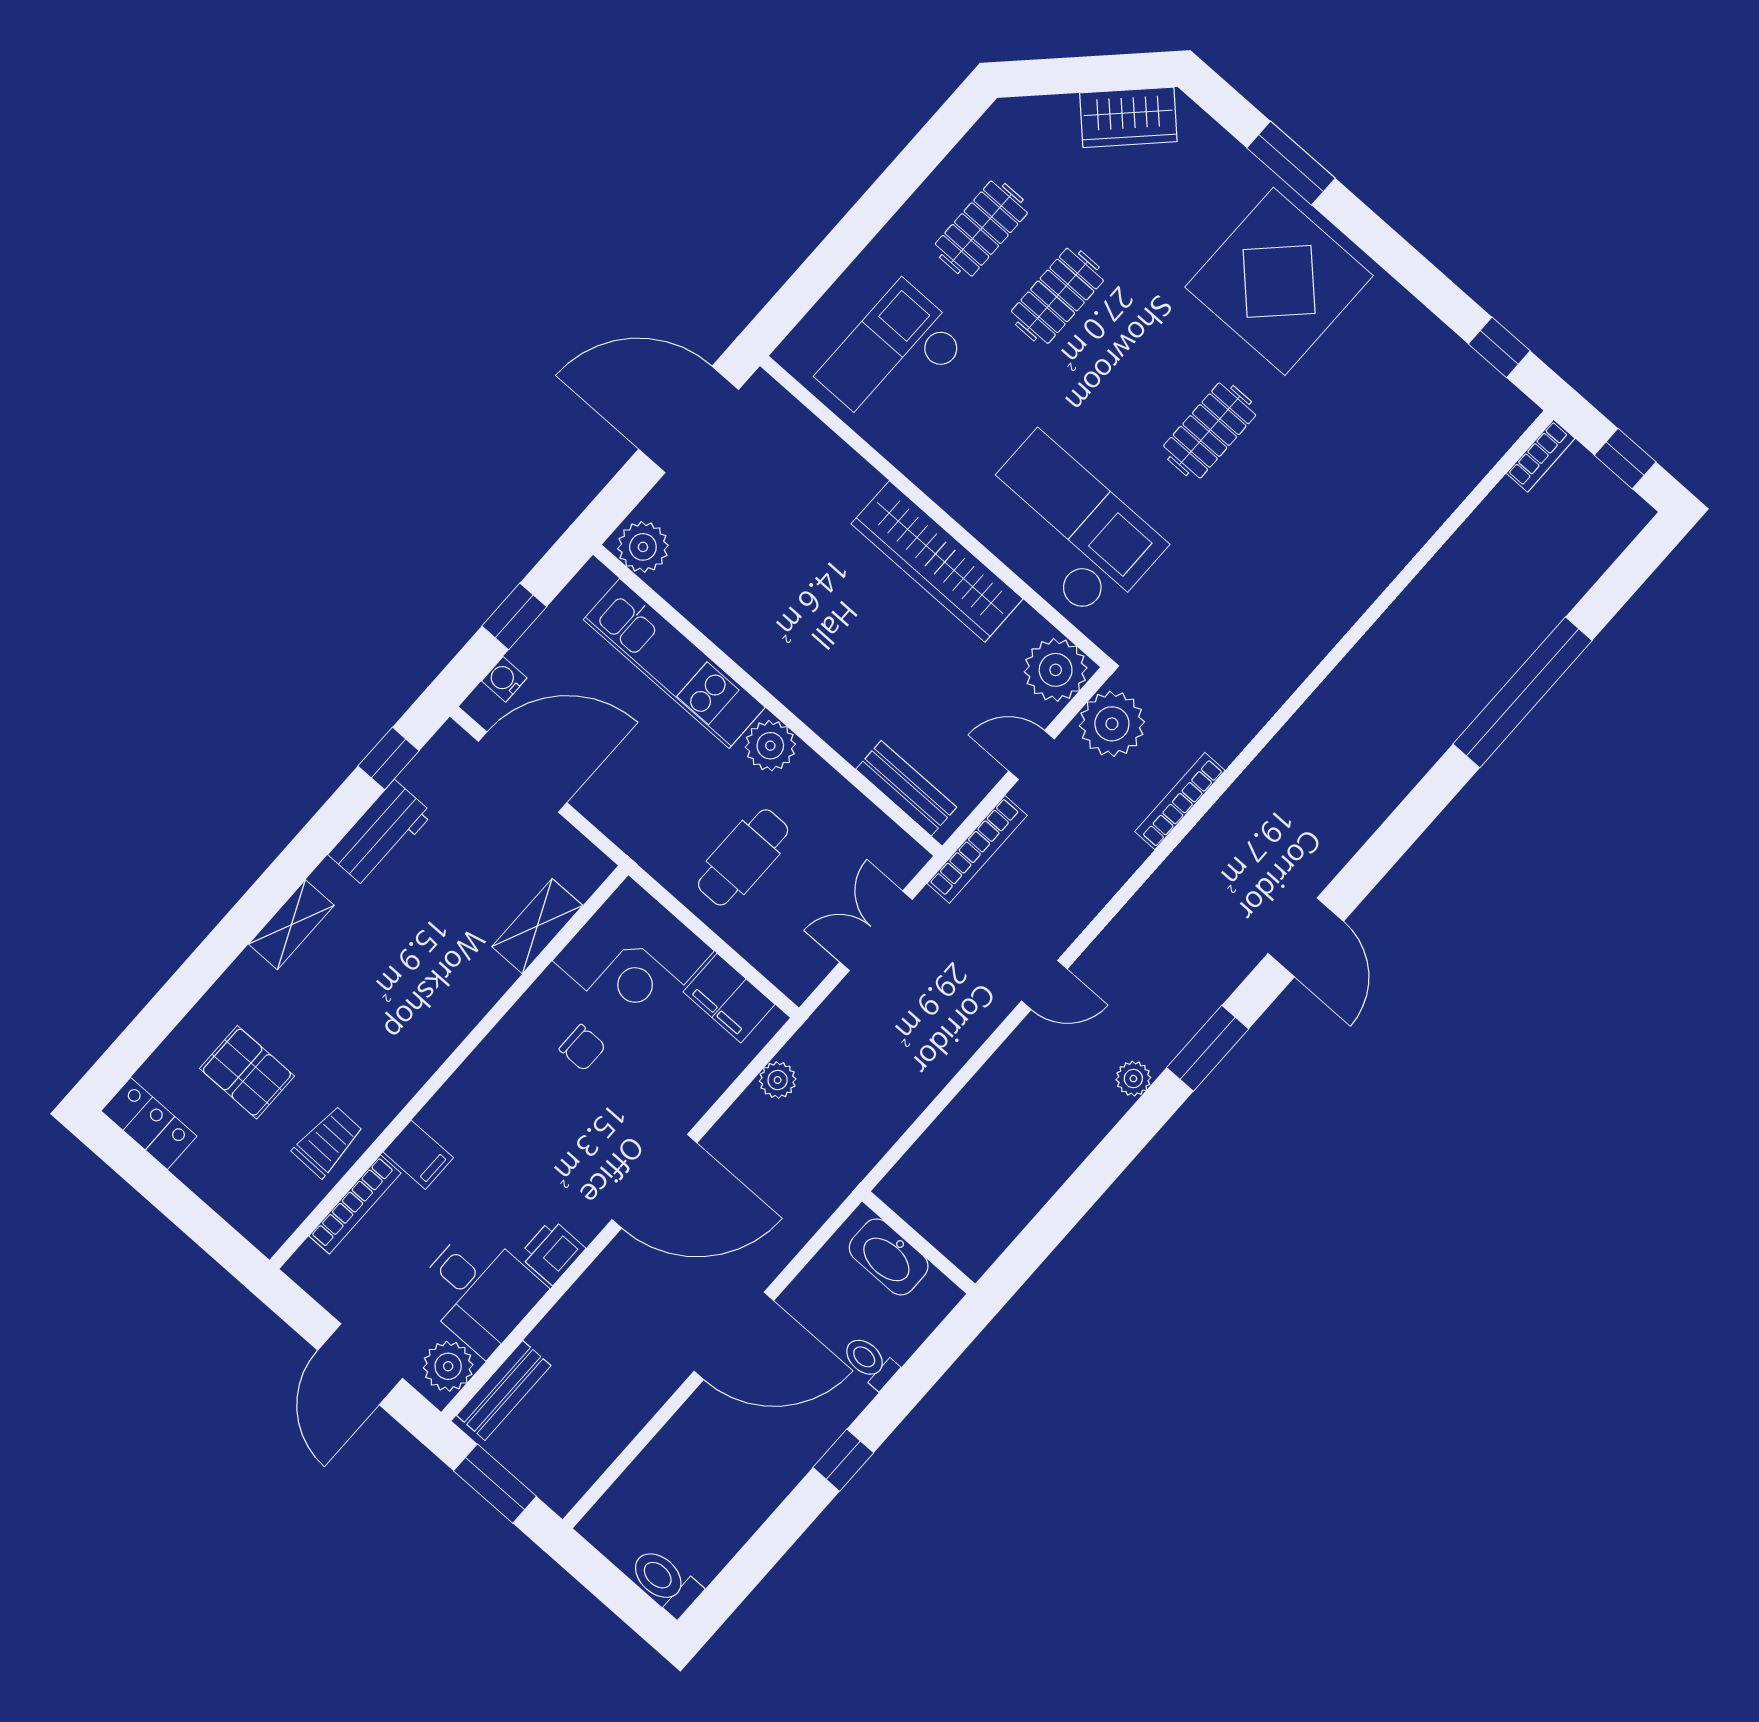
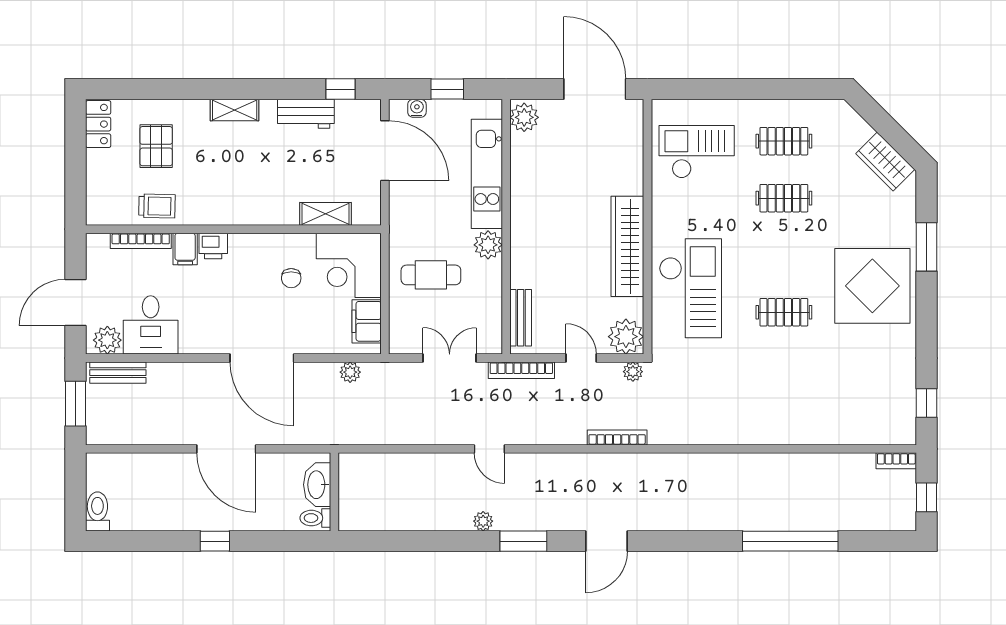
plant: (1112, 724) -> (633, 372), width x0.53, depth x0.53
printer: (552, 1252) -> (213, 246), moved, turned 180
toilet: (870, 1362) -> (315, 518), moved, turned -90

